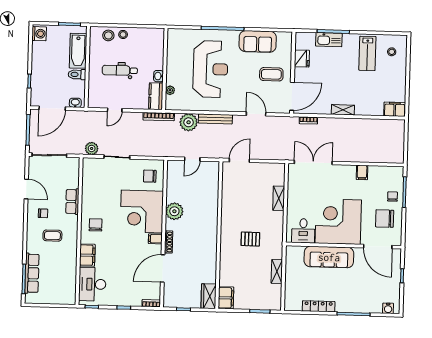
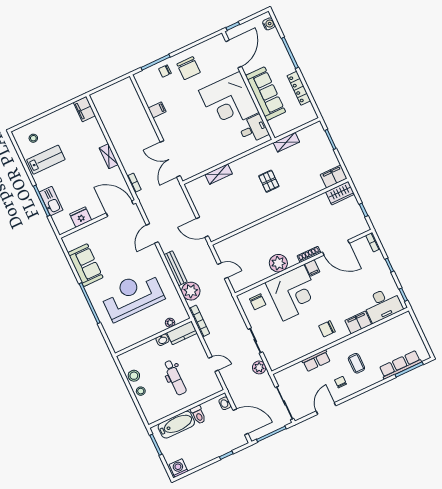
stool: (108, 35) -> (134, 376), moved
coffee table: (271, 74) -> (109, 238), removed
corner desk: (338, 222) -> (229, 101), moved
desk: (303, 231) -> (253, 129), moved
wall: (344, 246) -> (248, 86), moved
door: (378, 247) -> (234, 54), moved
sofa: (329, 257) -> (266, 94), moved

